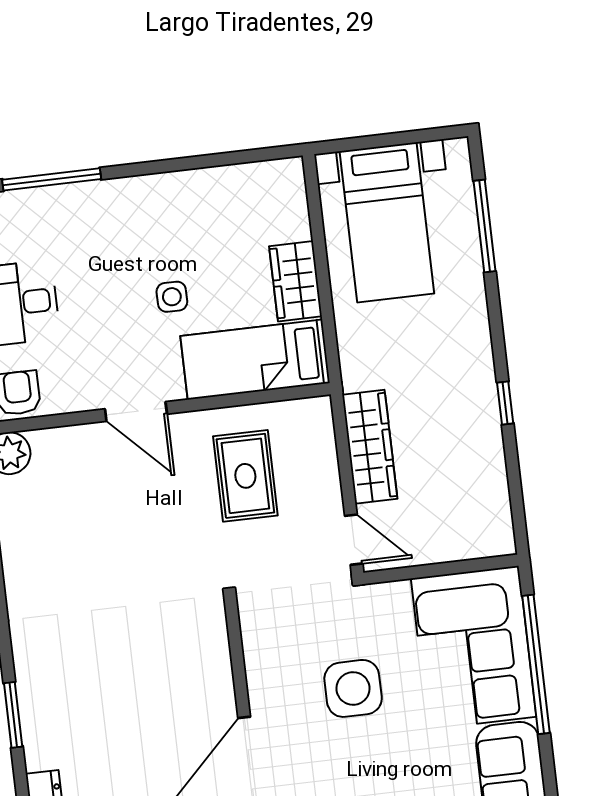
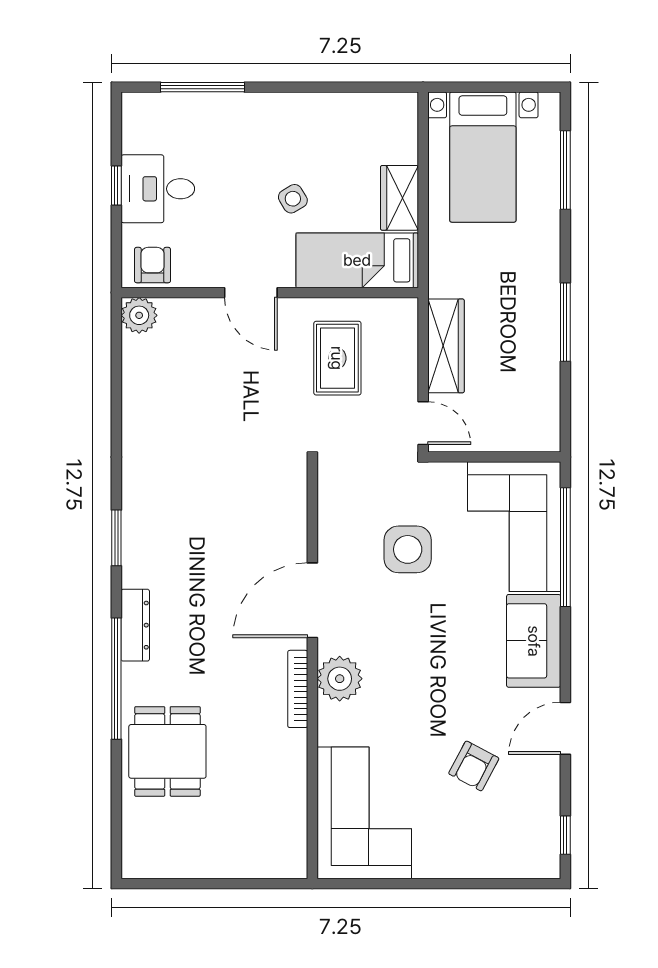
side table: (172, 297) -> (293, 199), turned -31
window: (505, 403) -> (565, 322), width x2.17

